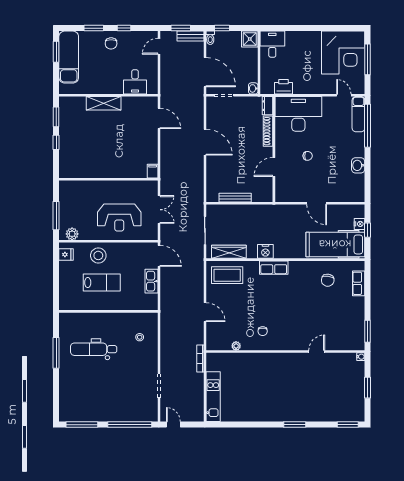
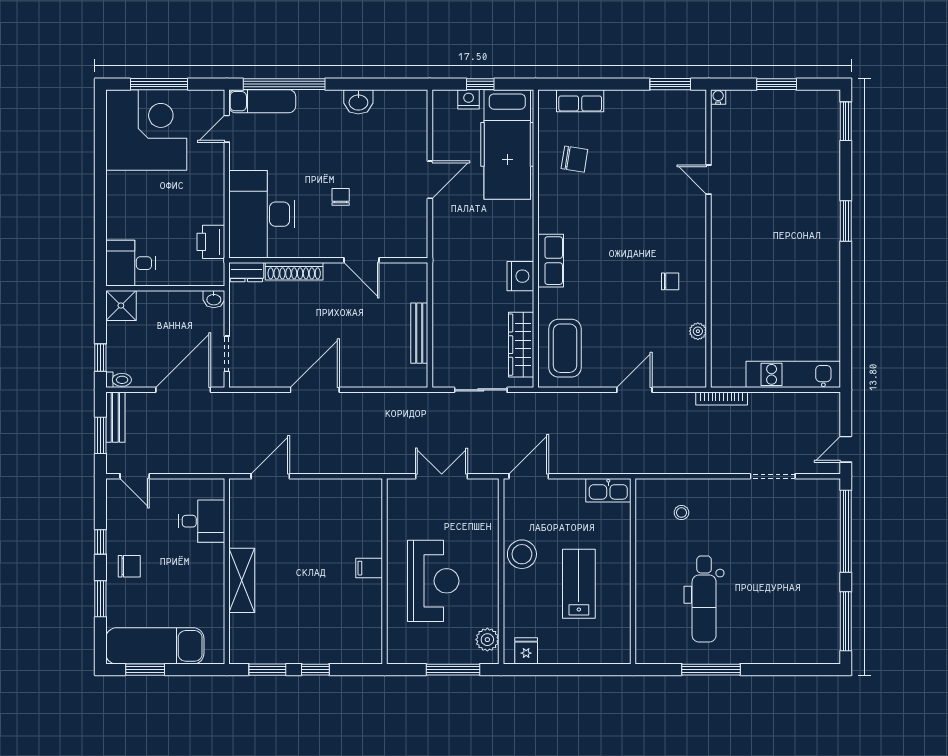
filing cabinet: (153, 171) -> (369, 568), moved
reception desk: (119, 218) -> (433, 581), moved
stool: (98, 255) -> (522, 554), moved
kitchen sink: (151, 281) -> (608, 490), moved

